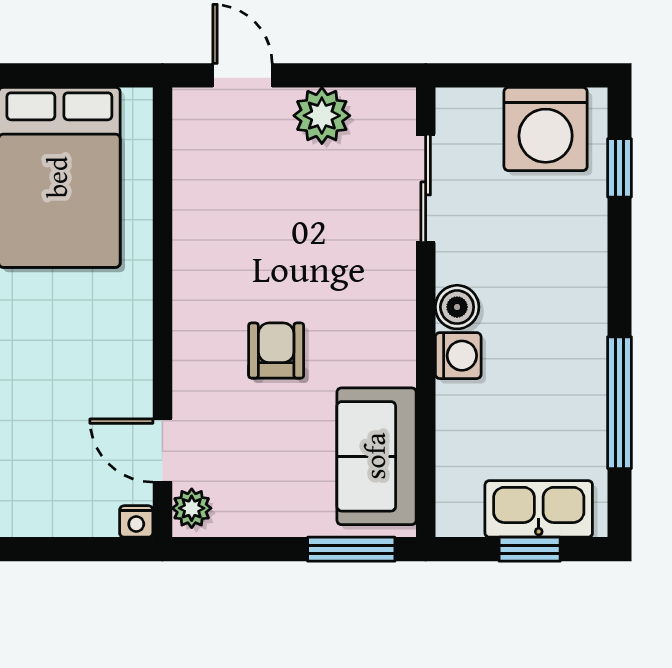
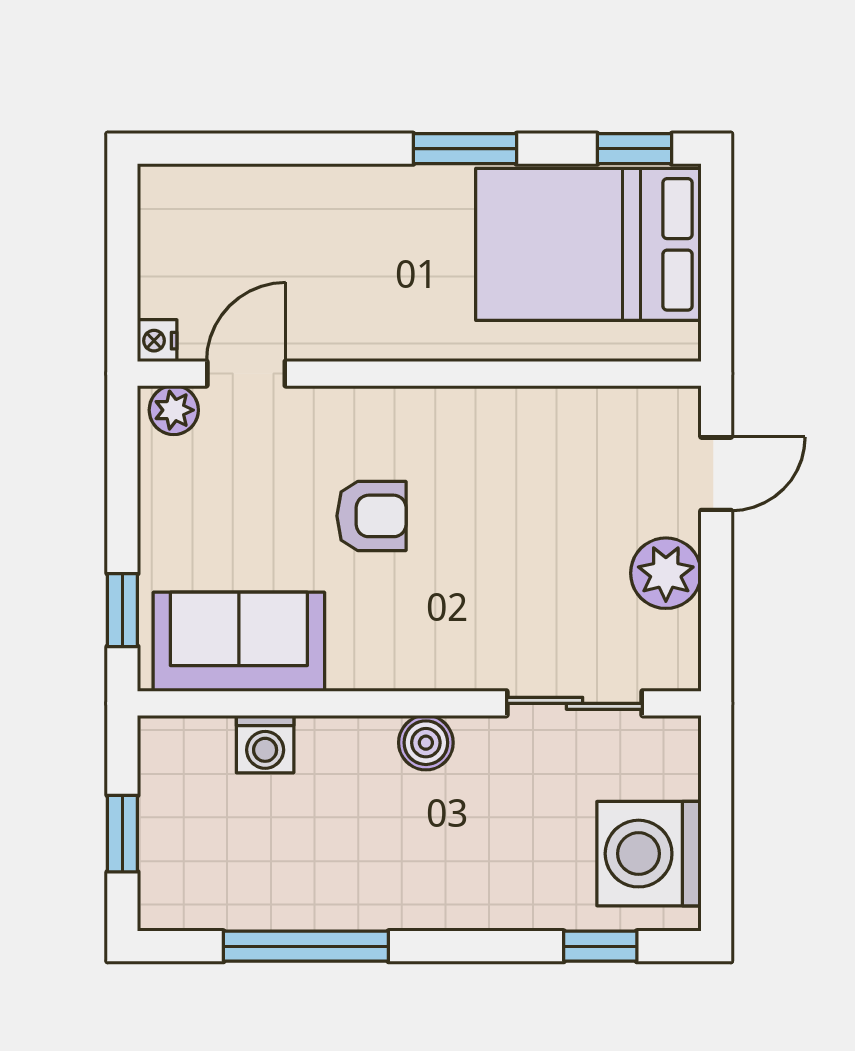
washing machine: (458, 356) -> (265, 744), moved
kitchen sink: (539, 509) -> (173, 845), removed
window: (351, 549) -> (122, 610), width x0.67

